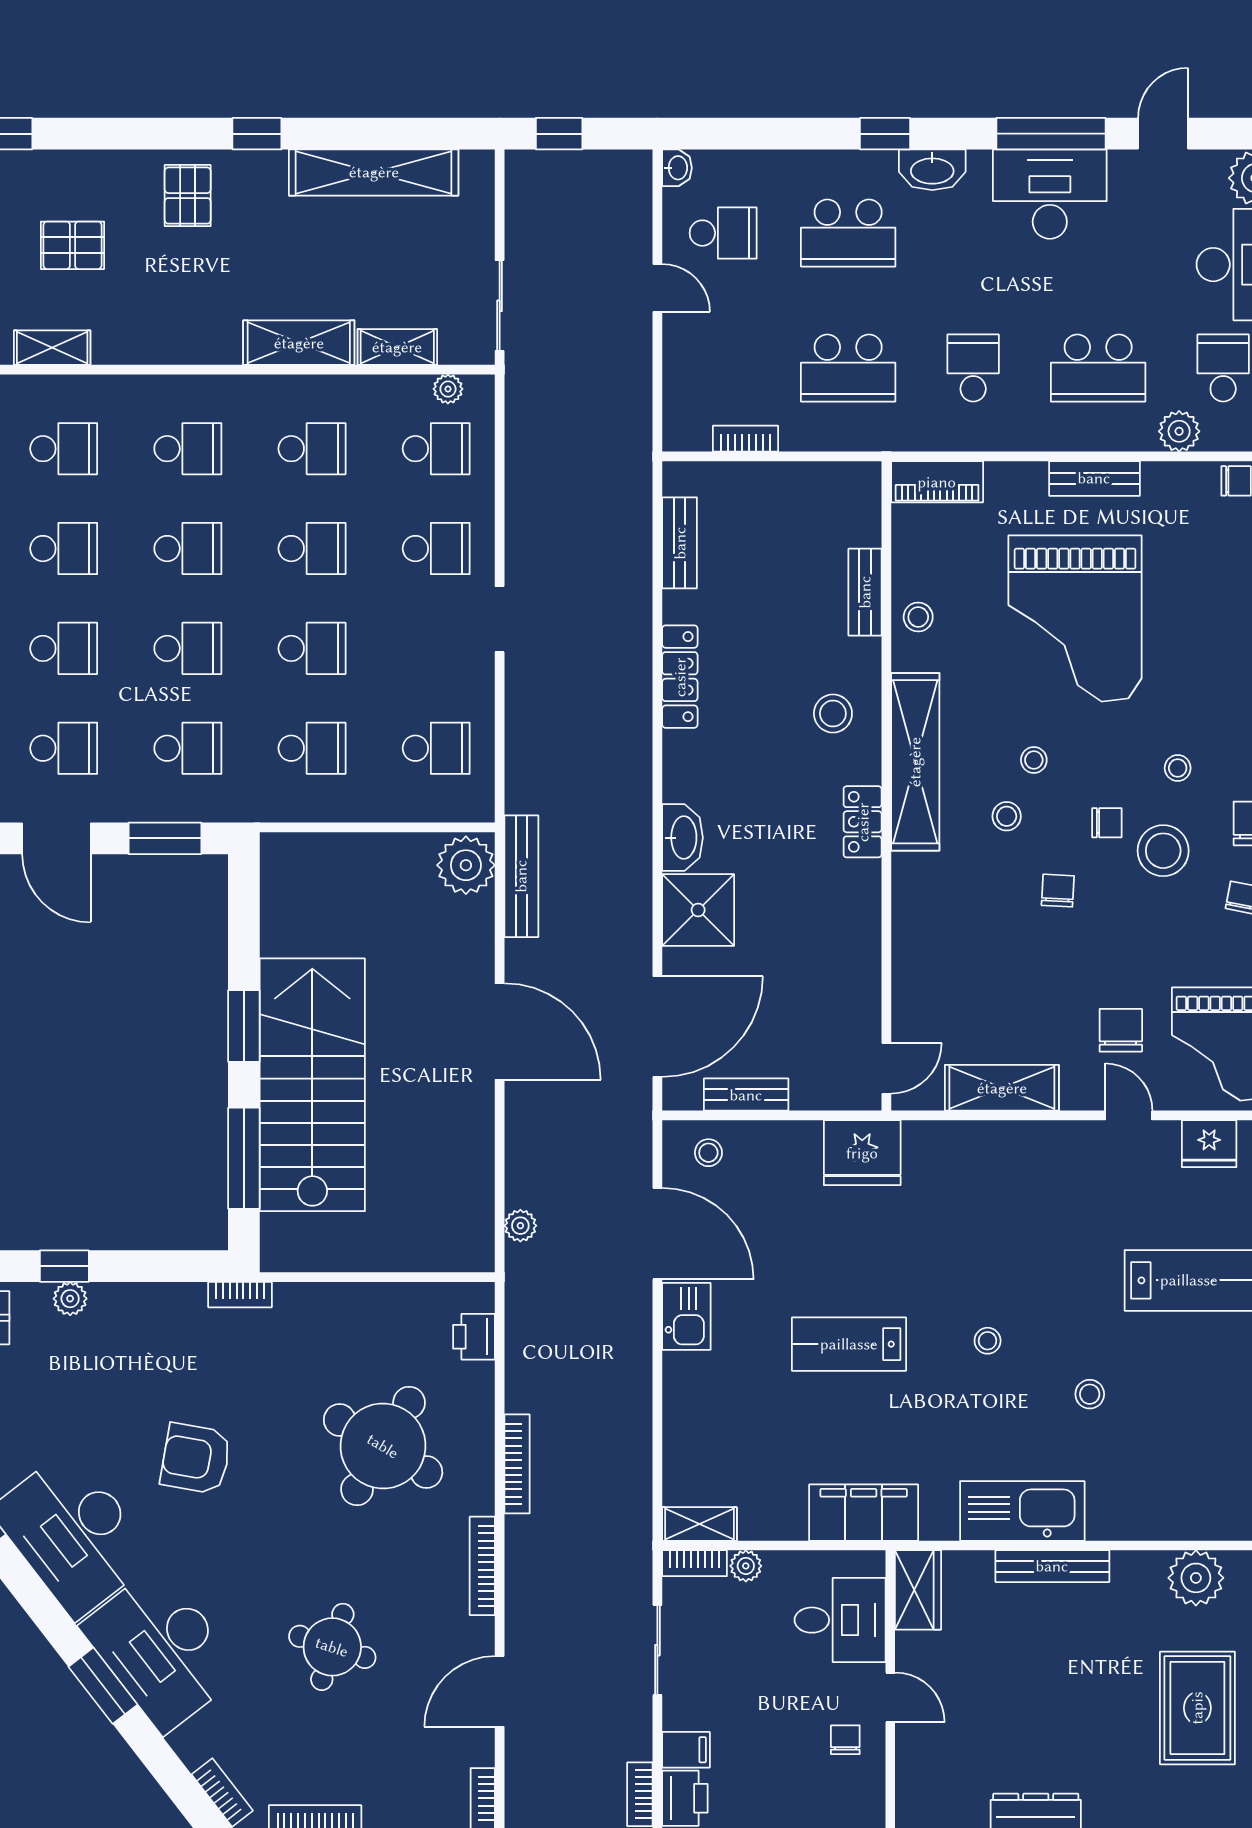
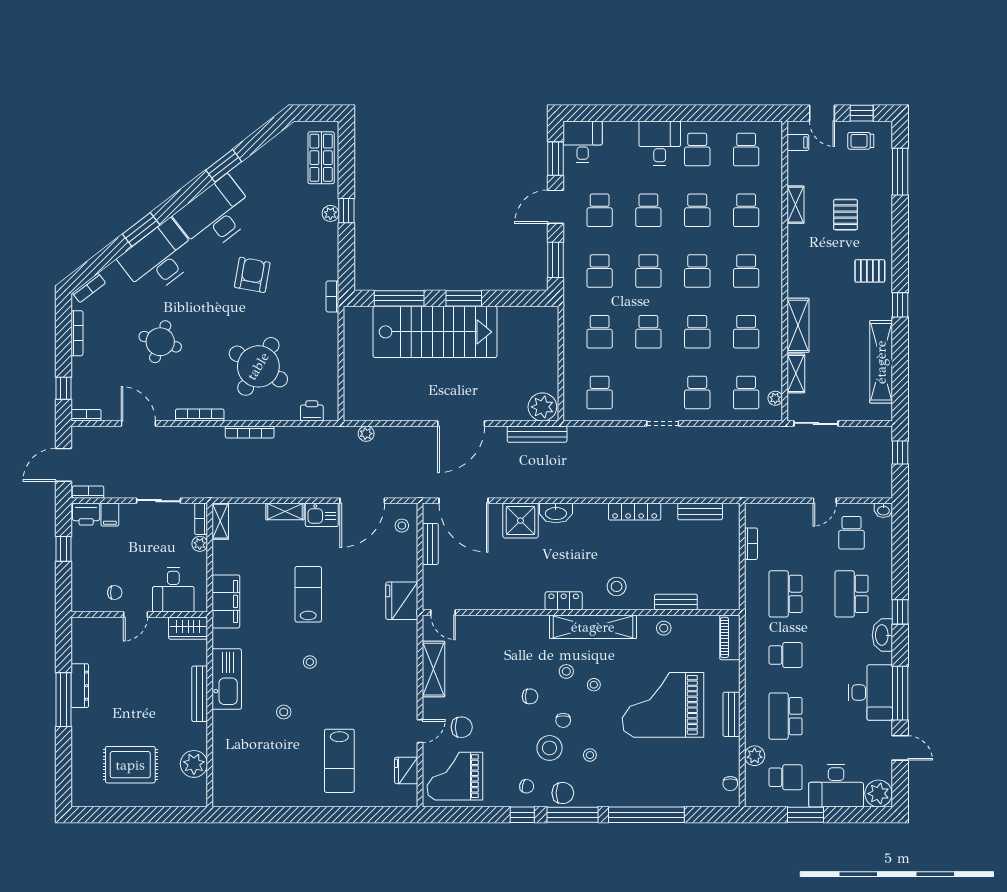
shelving: (680, 1392) -> (285, 511), added

